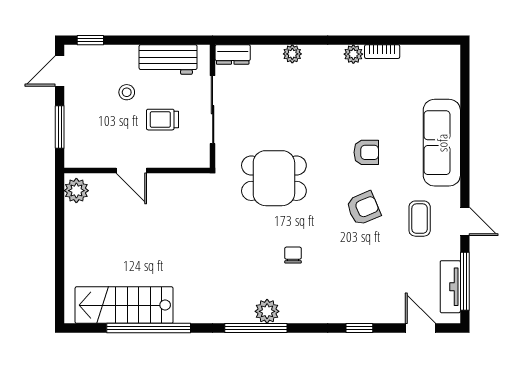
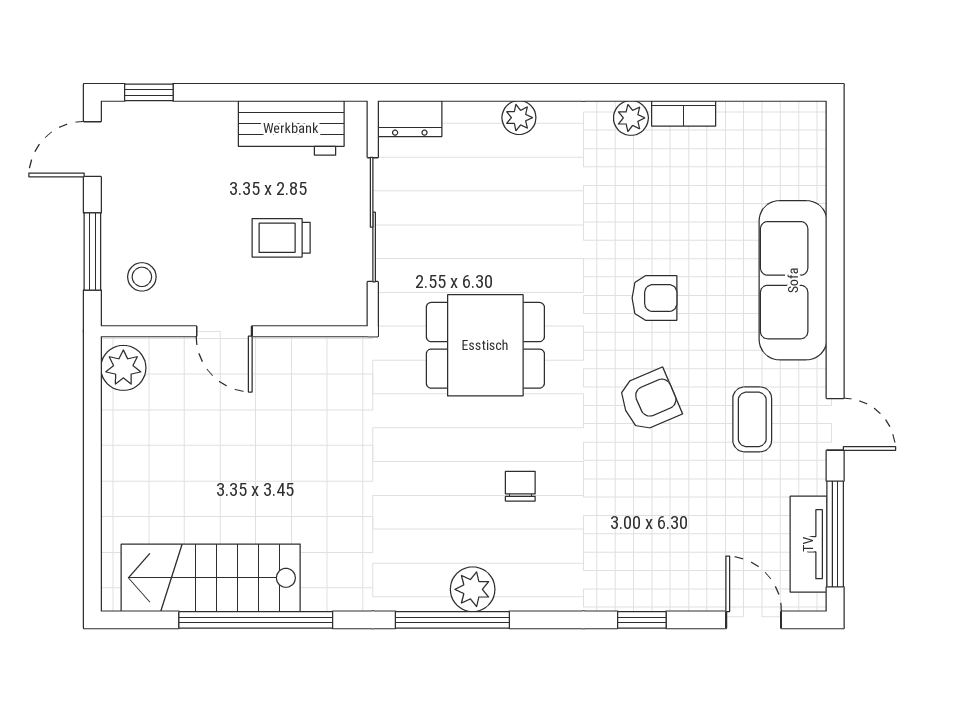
stool: (127, 92) -> (142, 277), moved

